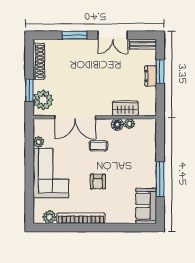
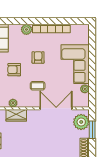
floor lamp: (117, 124) -> (23, 103), removed
armchair: (128, 166) -> (14, 70), added
plant: (49, 217) -> (26, 29), moved

